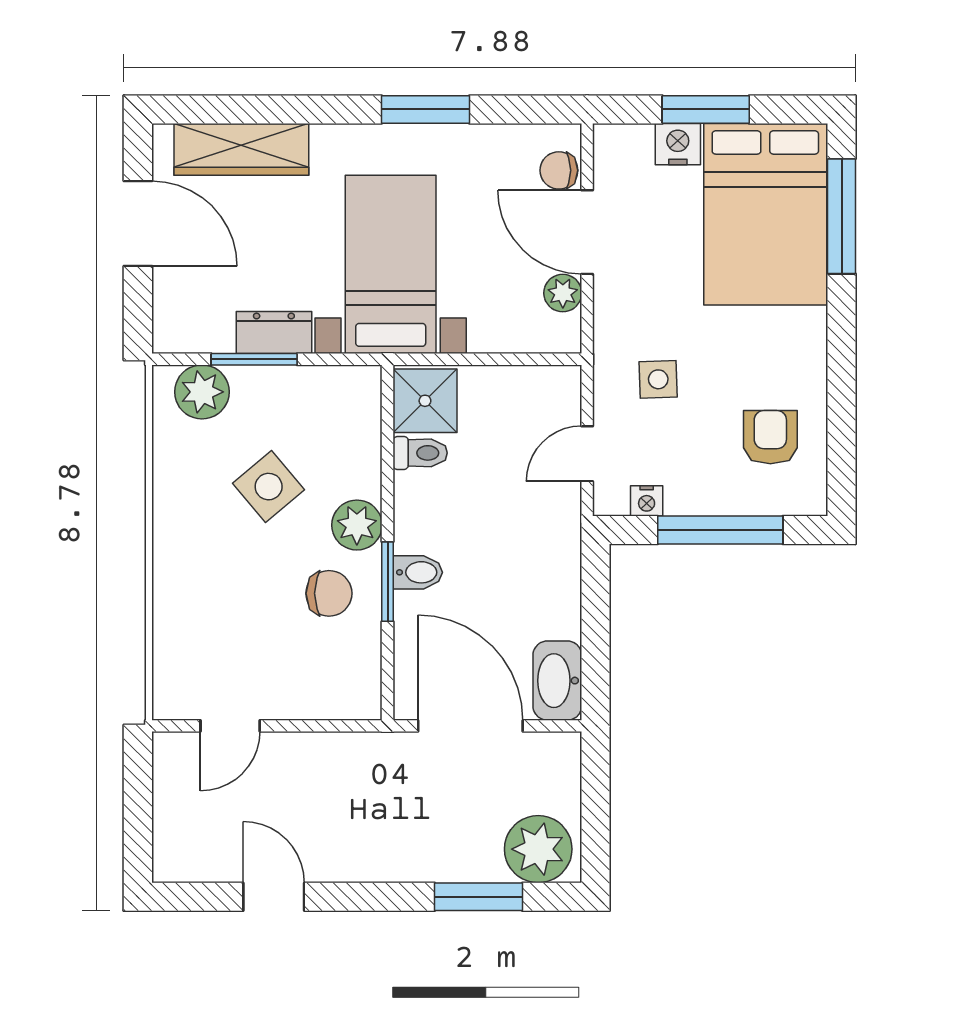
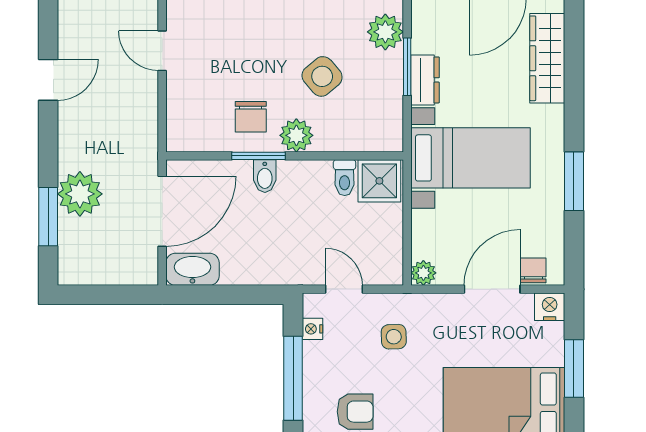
nightstand: (678, 144) -> (550, 307), moved, turned -90
plant: (563, 293) -> (423, 273), moved
plant: (538, 849) -> (80, 194), moved

